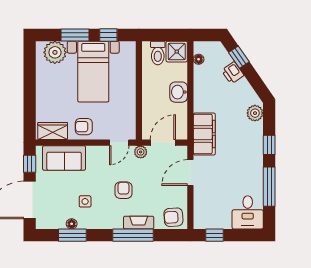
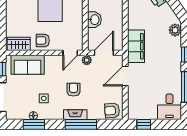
washbasin: (179, 92) -> (94, 20), moved, turned 180
fireplace: (139, 223) -> (75, 115), moved

